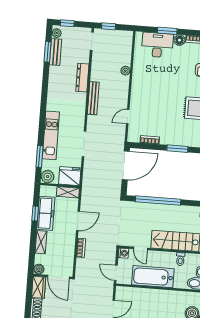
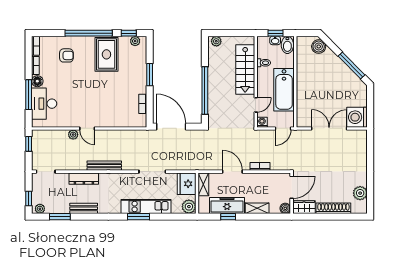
window: (108, 26) -> (29, 144), moved
window: (167, 31) -> (29, 95), width x1.44
bench: (56, 52) -> (84, 208), moved
door: (128, 117) -> (87, 128), moved
window: (40, 156) -> (139, 217), moved

